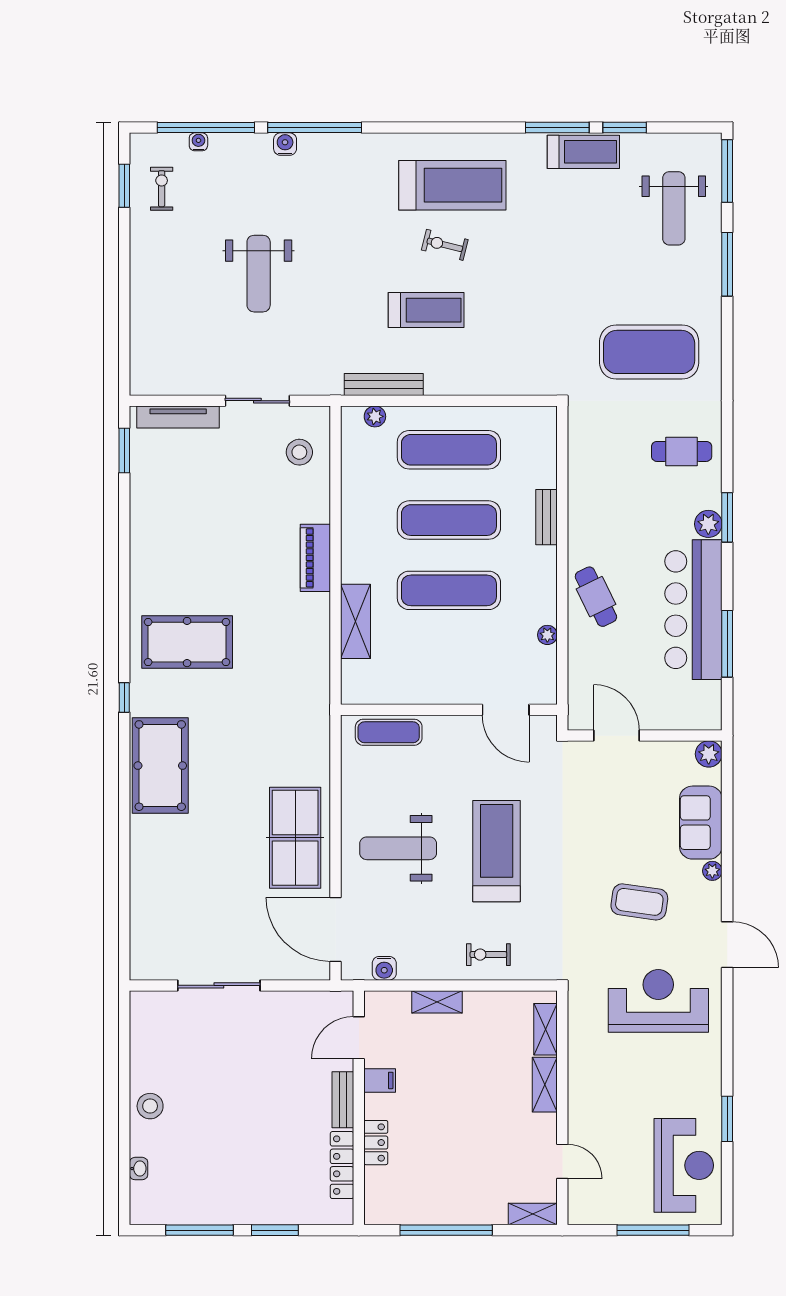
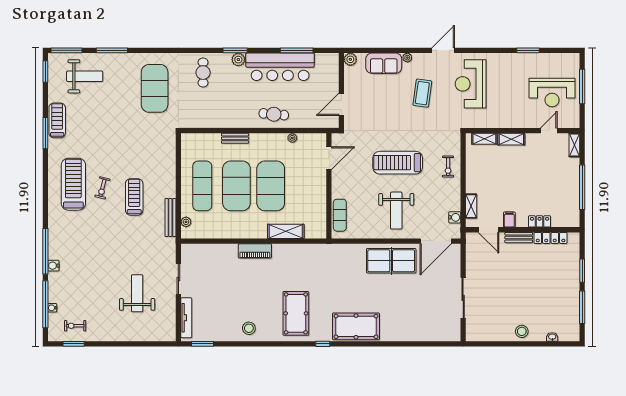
window: (625, 128) -> (45, 72), moved
weight bench: (259, 274) -> (137, 293), moved, turned -90
stool: (299, 452) -> (249, 328), moved
exercise mat: (449, 520) -> (236, 186), width x1.47
exercise mat: (449, 590) -> (271, 186), width x1.47
cafe table: (596, 597) -> (274, 114), turned 31
shelving: (437, 1002) -> (471, 206), moved
reception desk: (684, 1165) -> (552, 92), moved, turned 180

